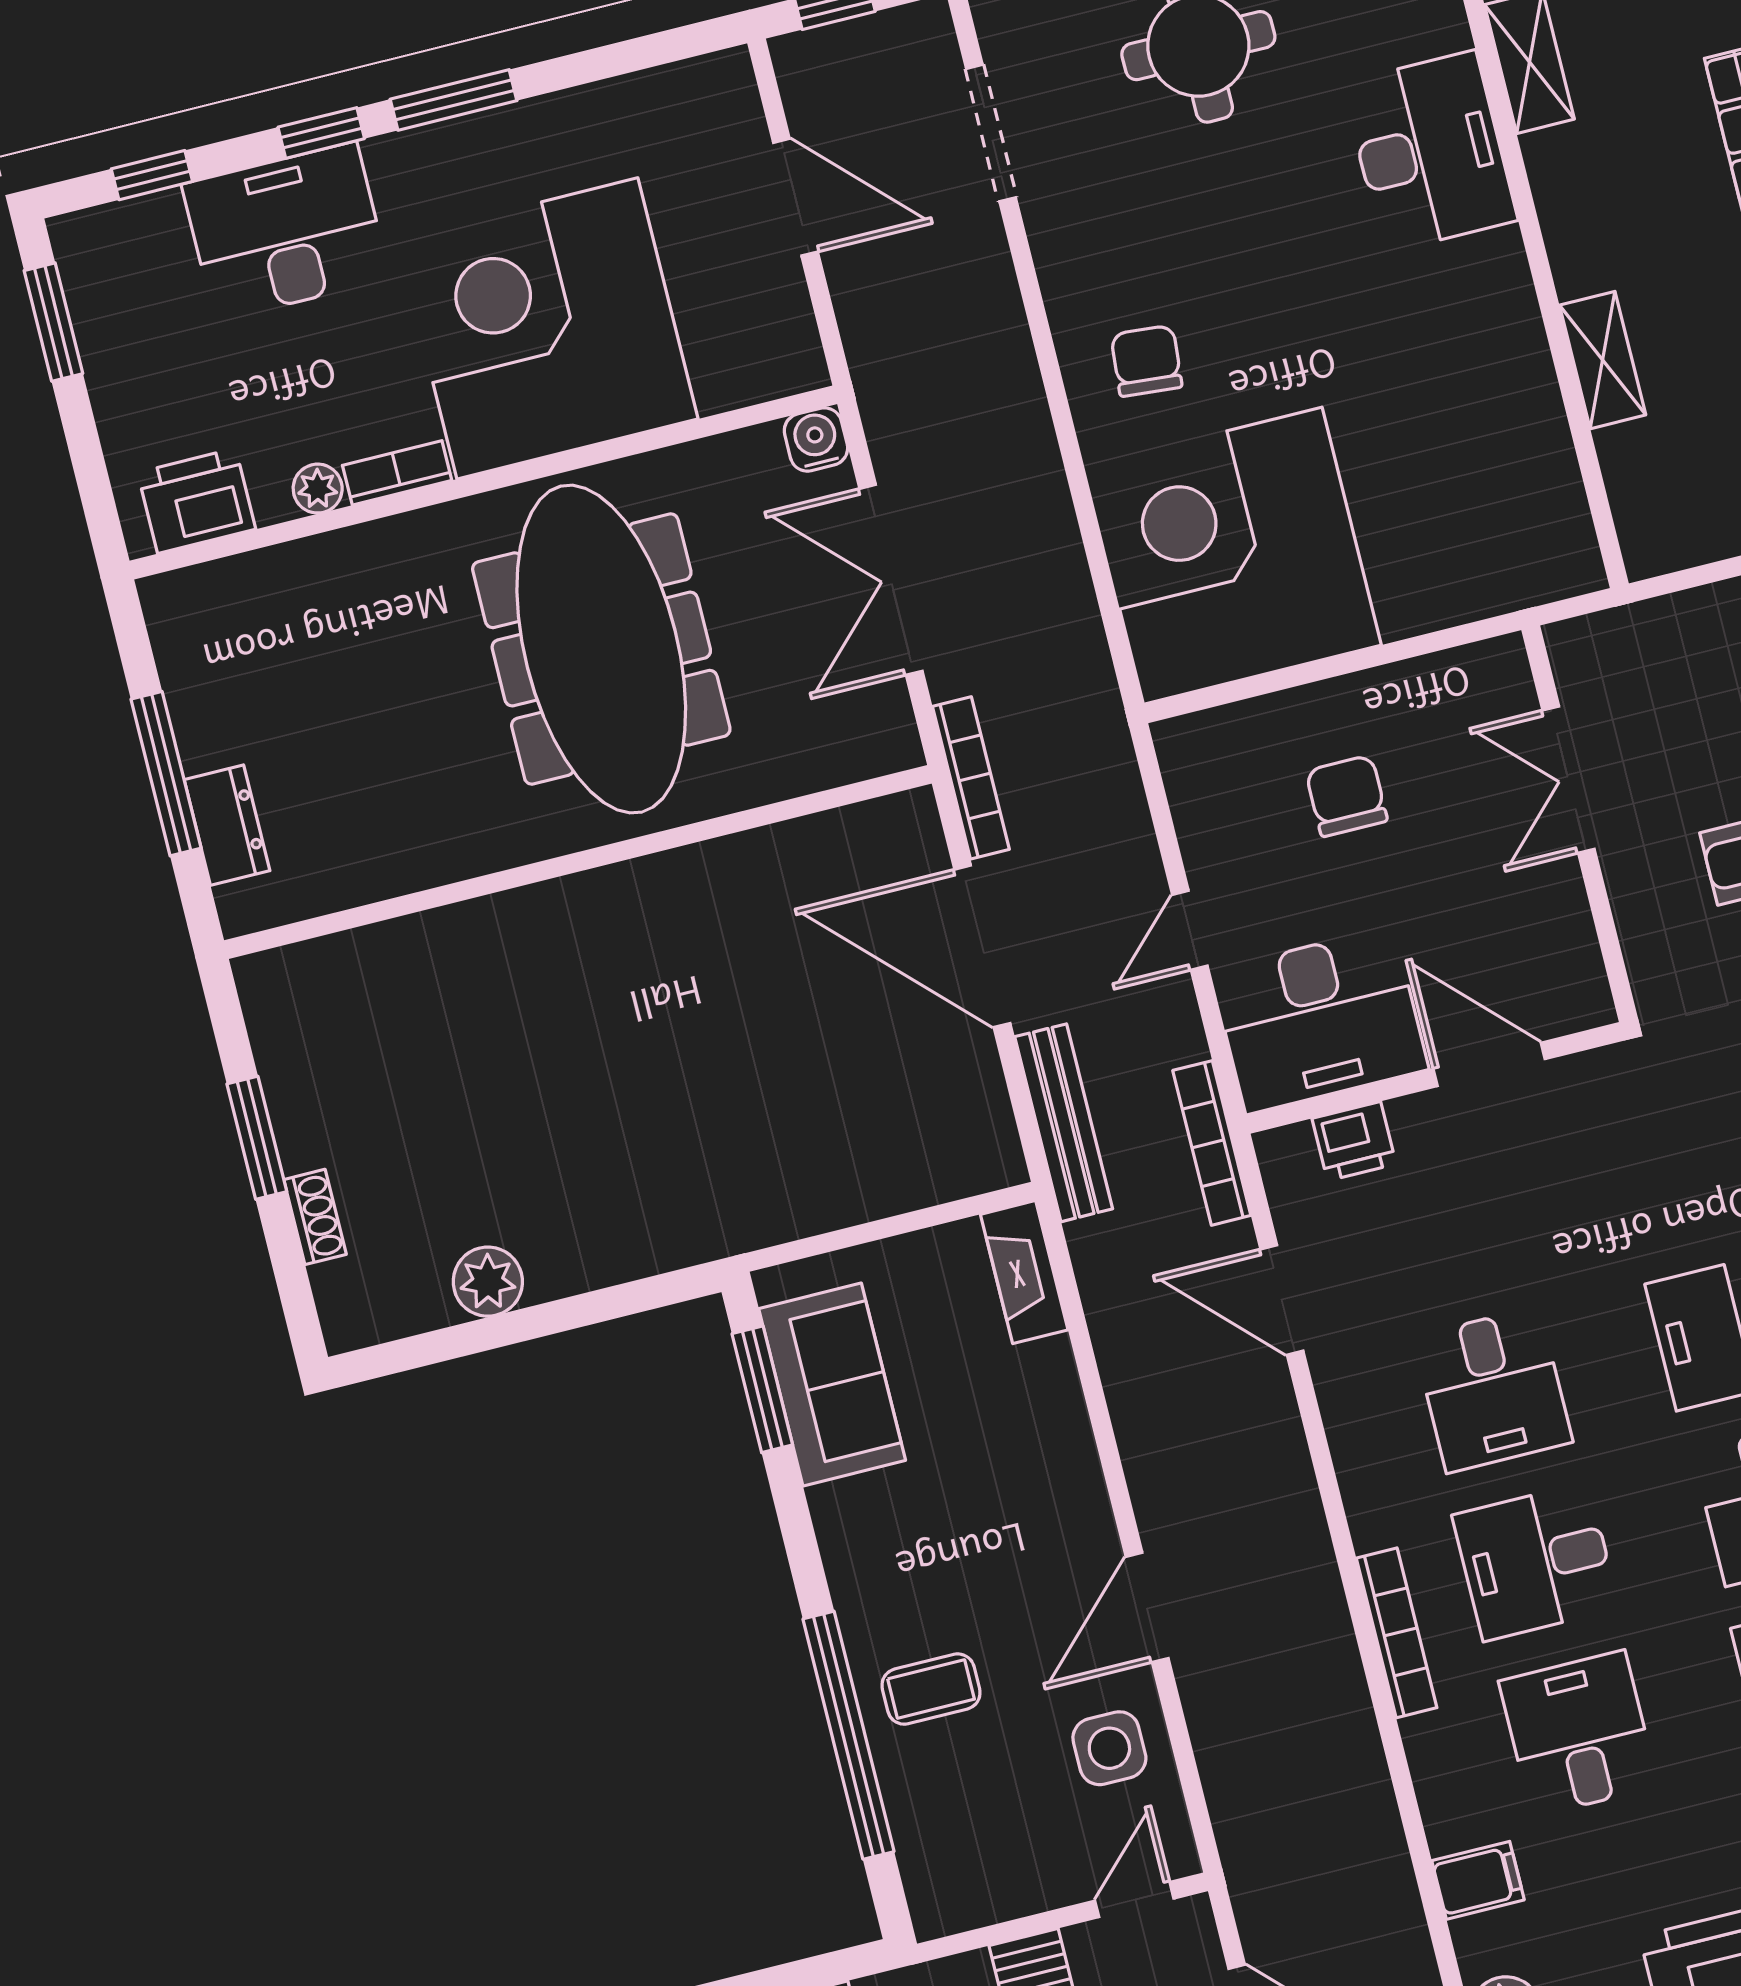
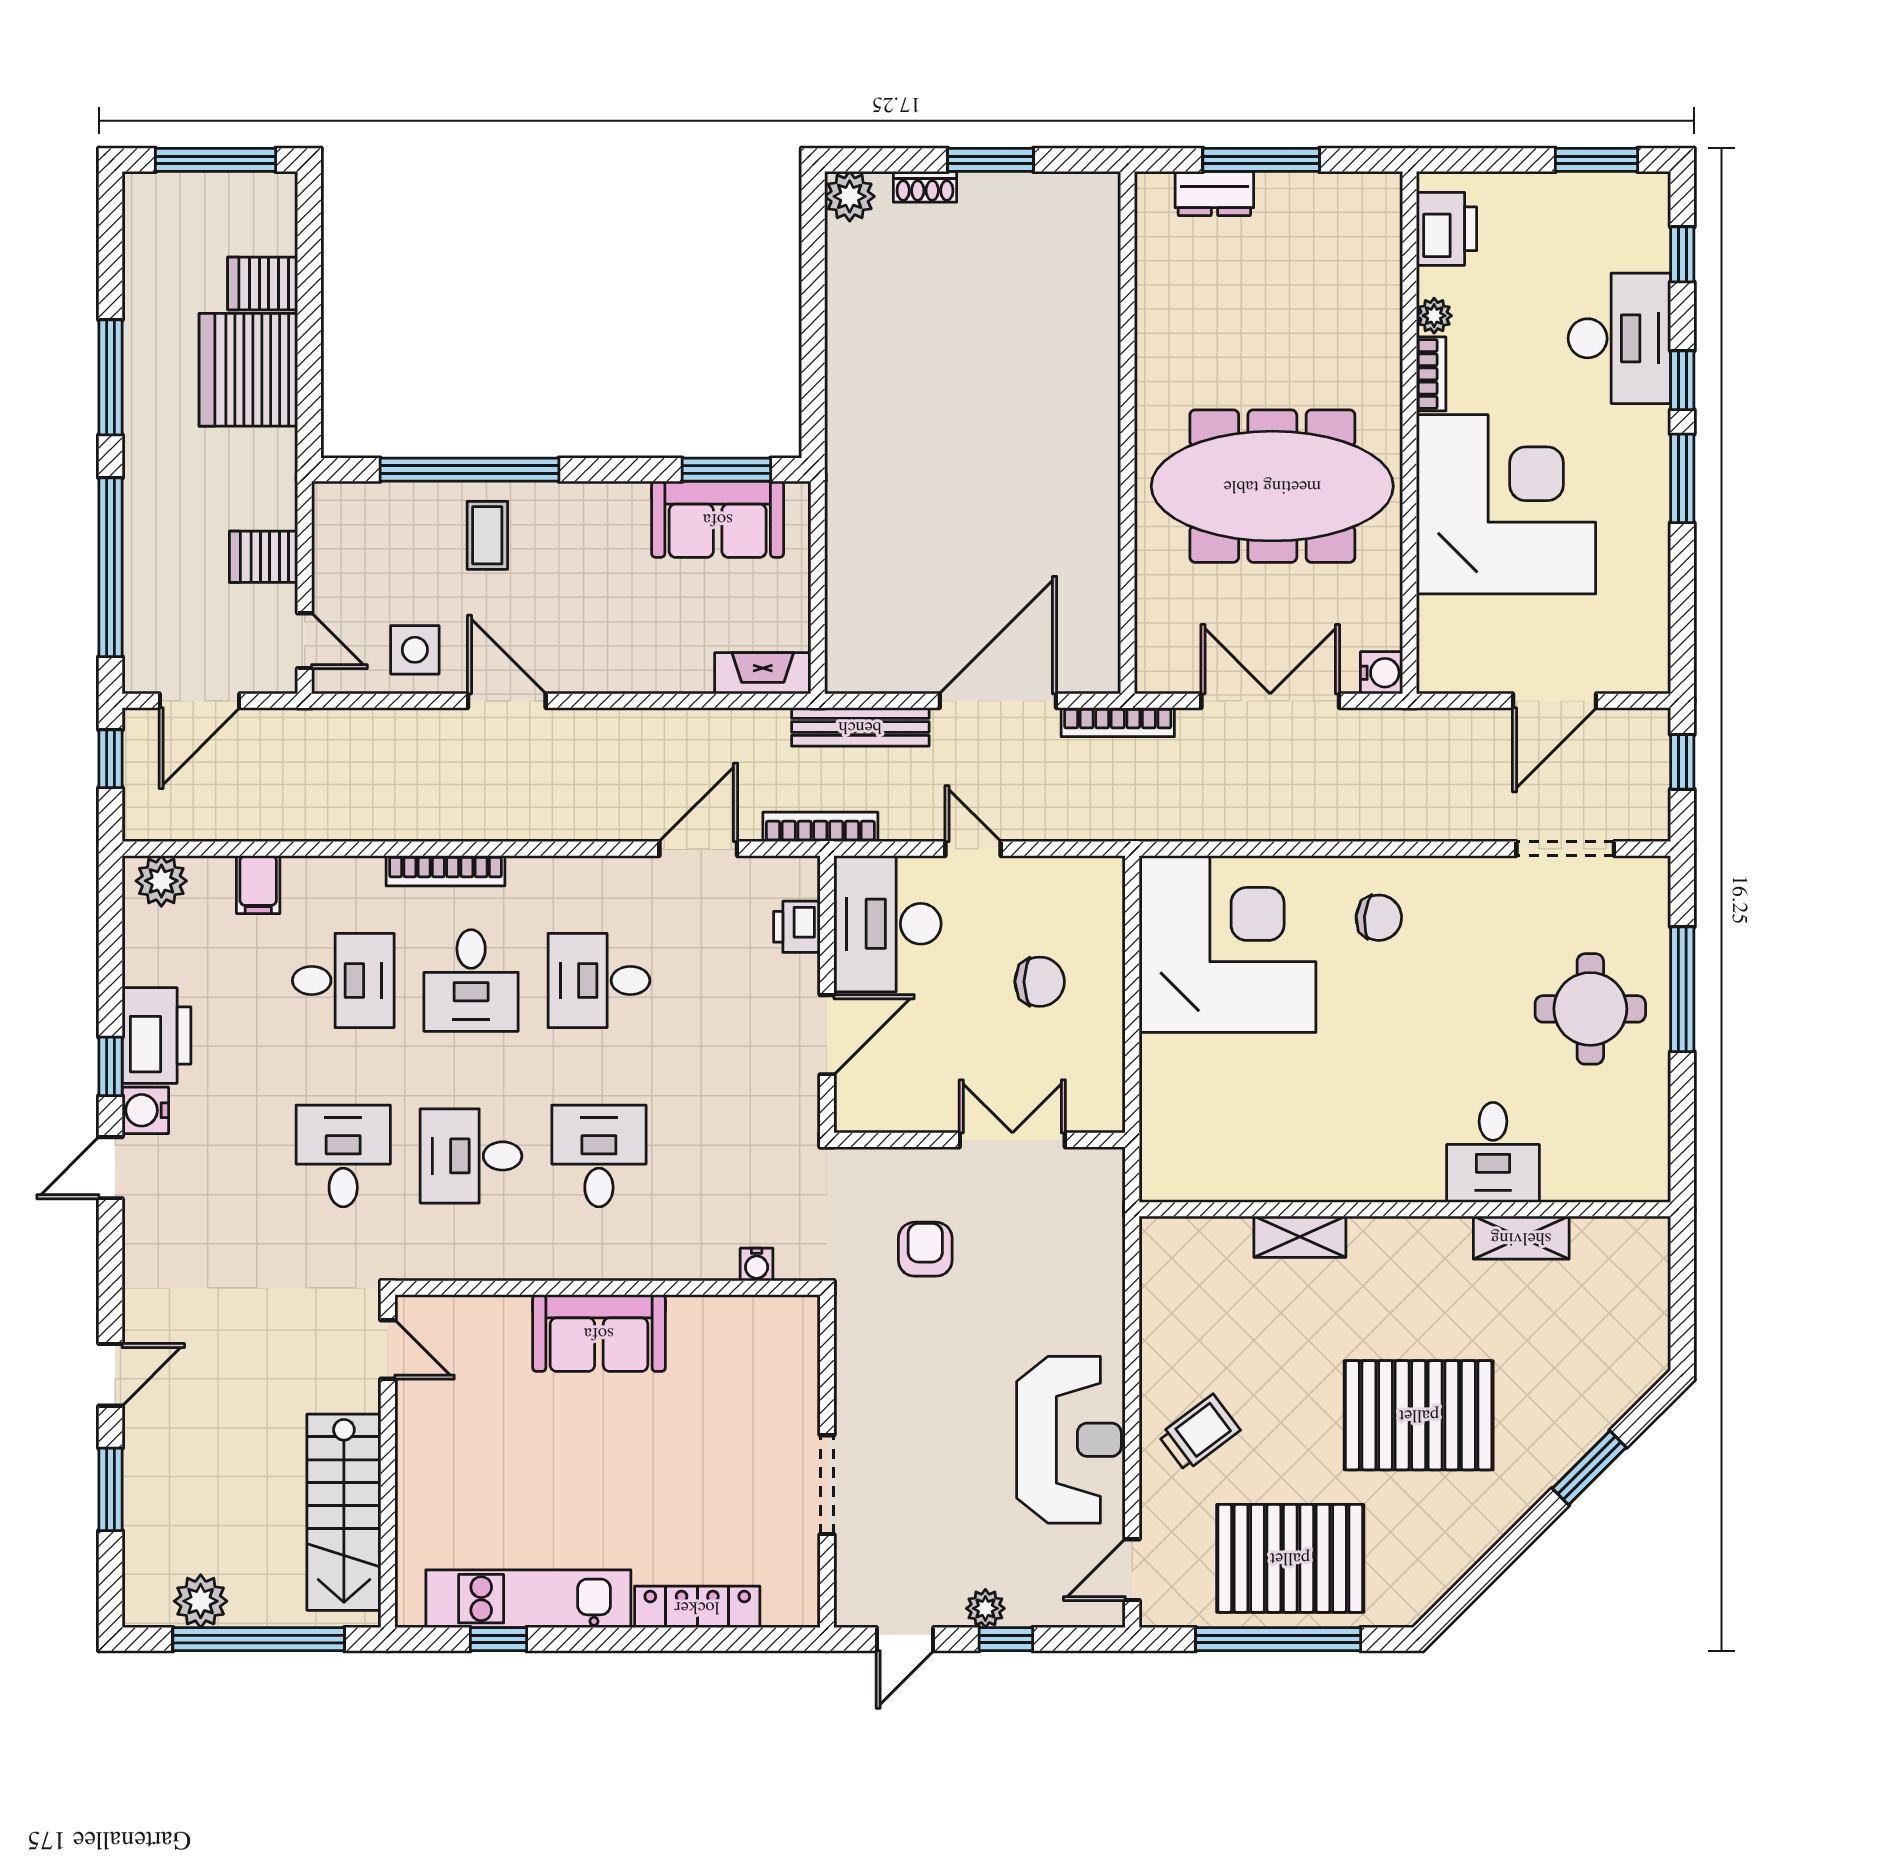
desk: (1430, 152) -> (1493, 1152), width x0.73
plant: (488, 1282) -> (850, 196), moved
desk: (1536, 1562) -> (471, 980), turned 180

